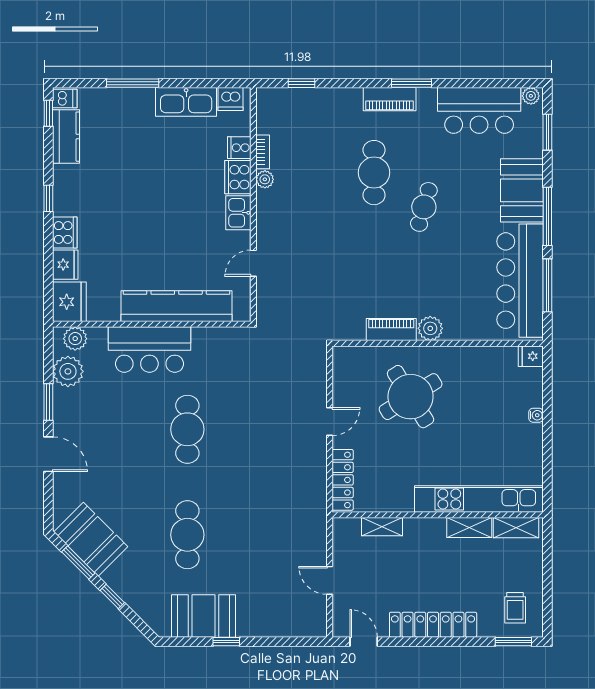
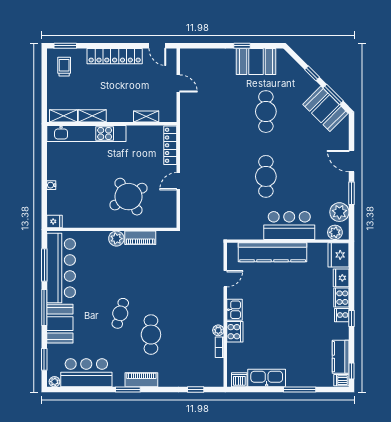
cooker: (239, 148) -> (342, 315), moved, turned 180

